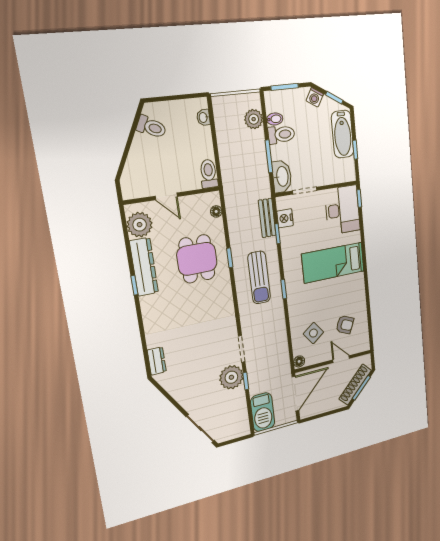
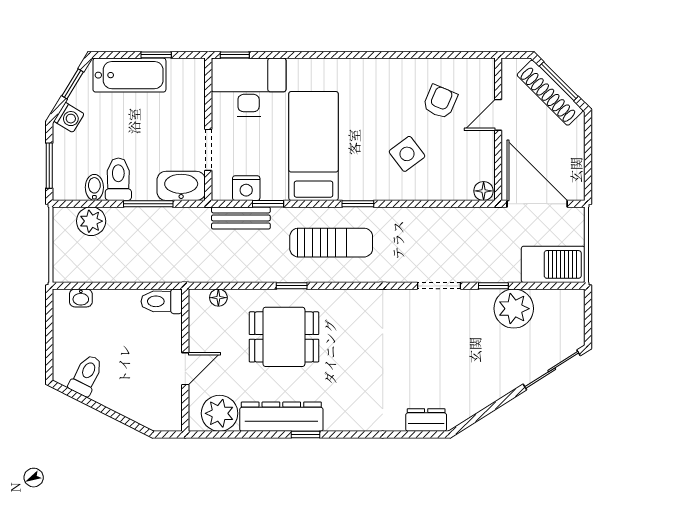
bed: (333, 263) -> (314, 146), moved, turned 180
side table: (313, 333) -> (407, 154), moved
plant: (231, 377) -> (514, 309), moved

